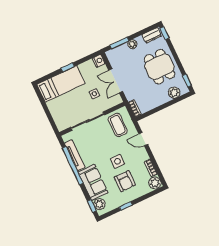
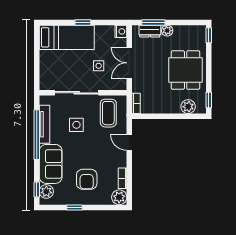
dresser: (152, 35) -> (150, 31), moved
side table: (117, 161) -> (76, 125), moved

